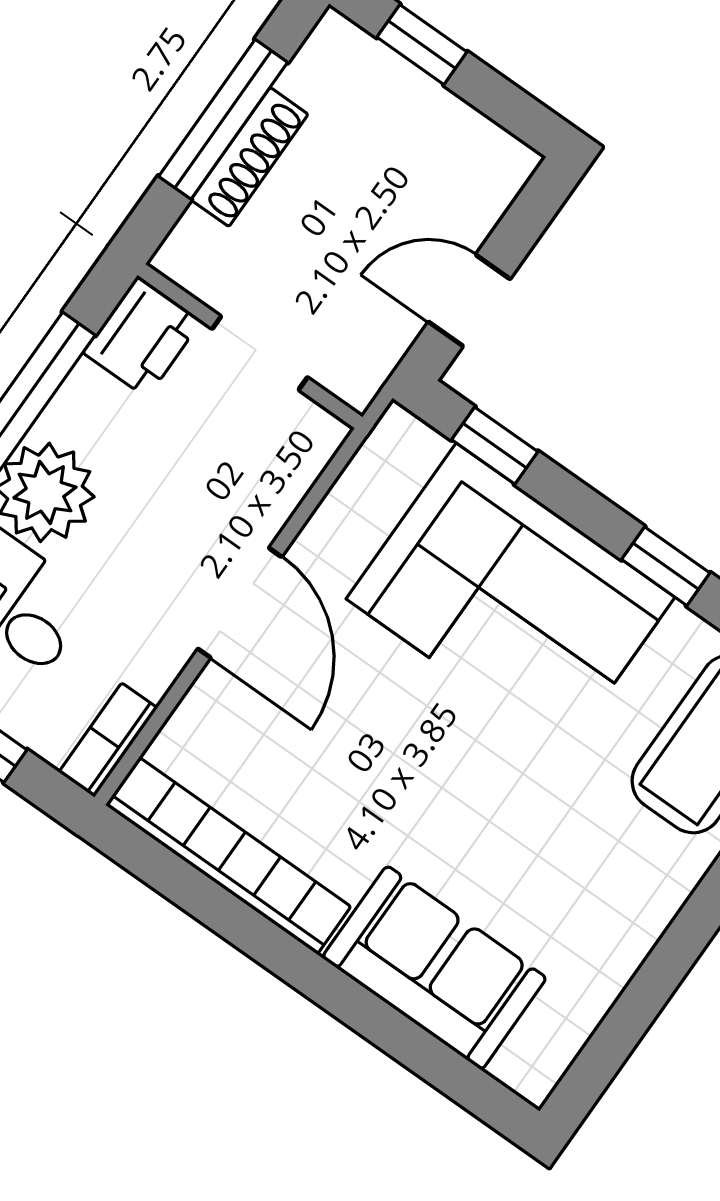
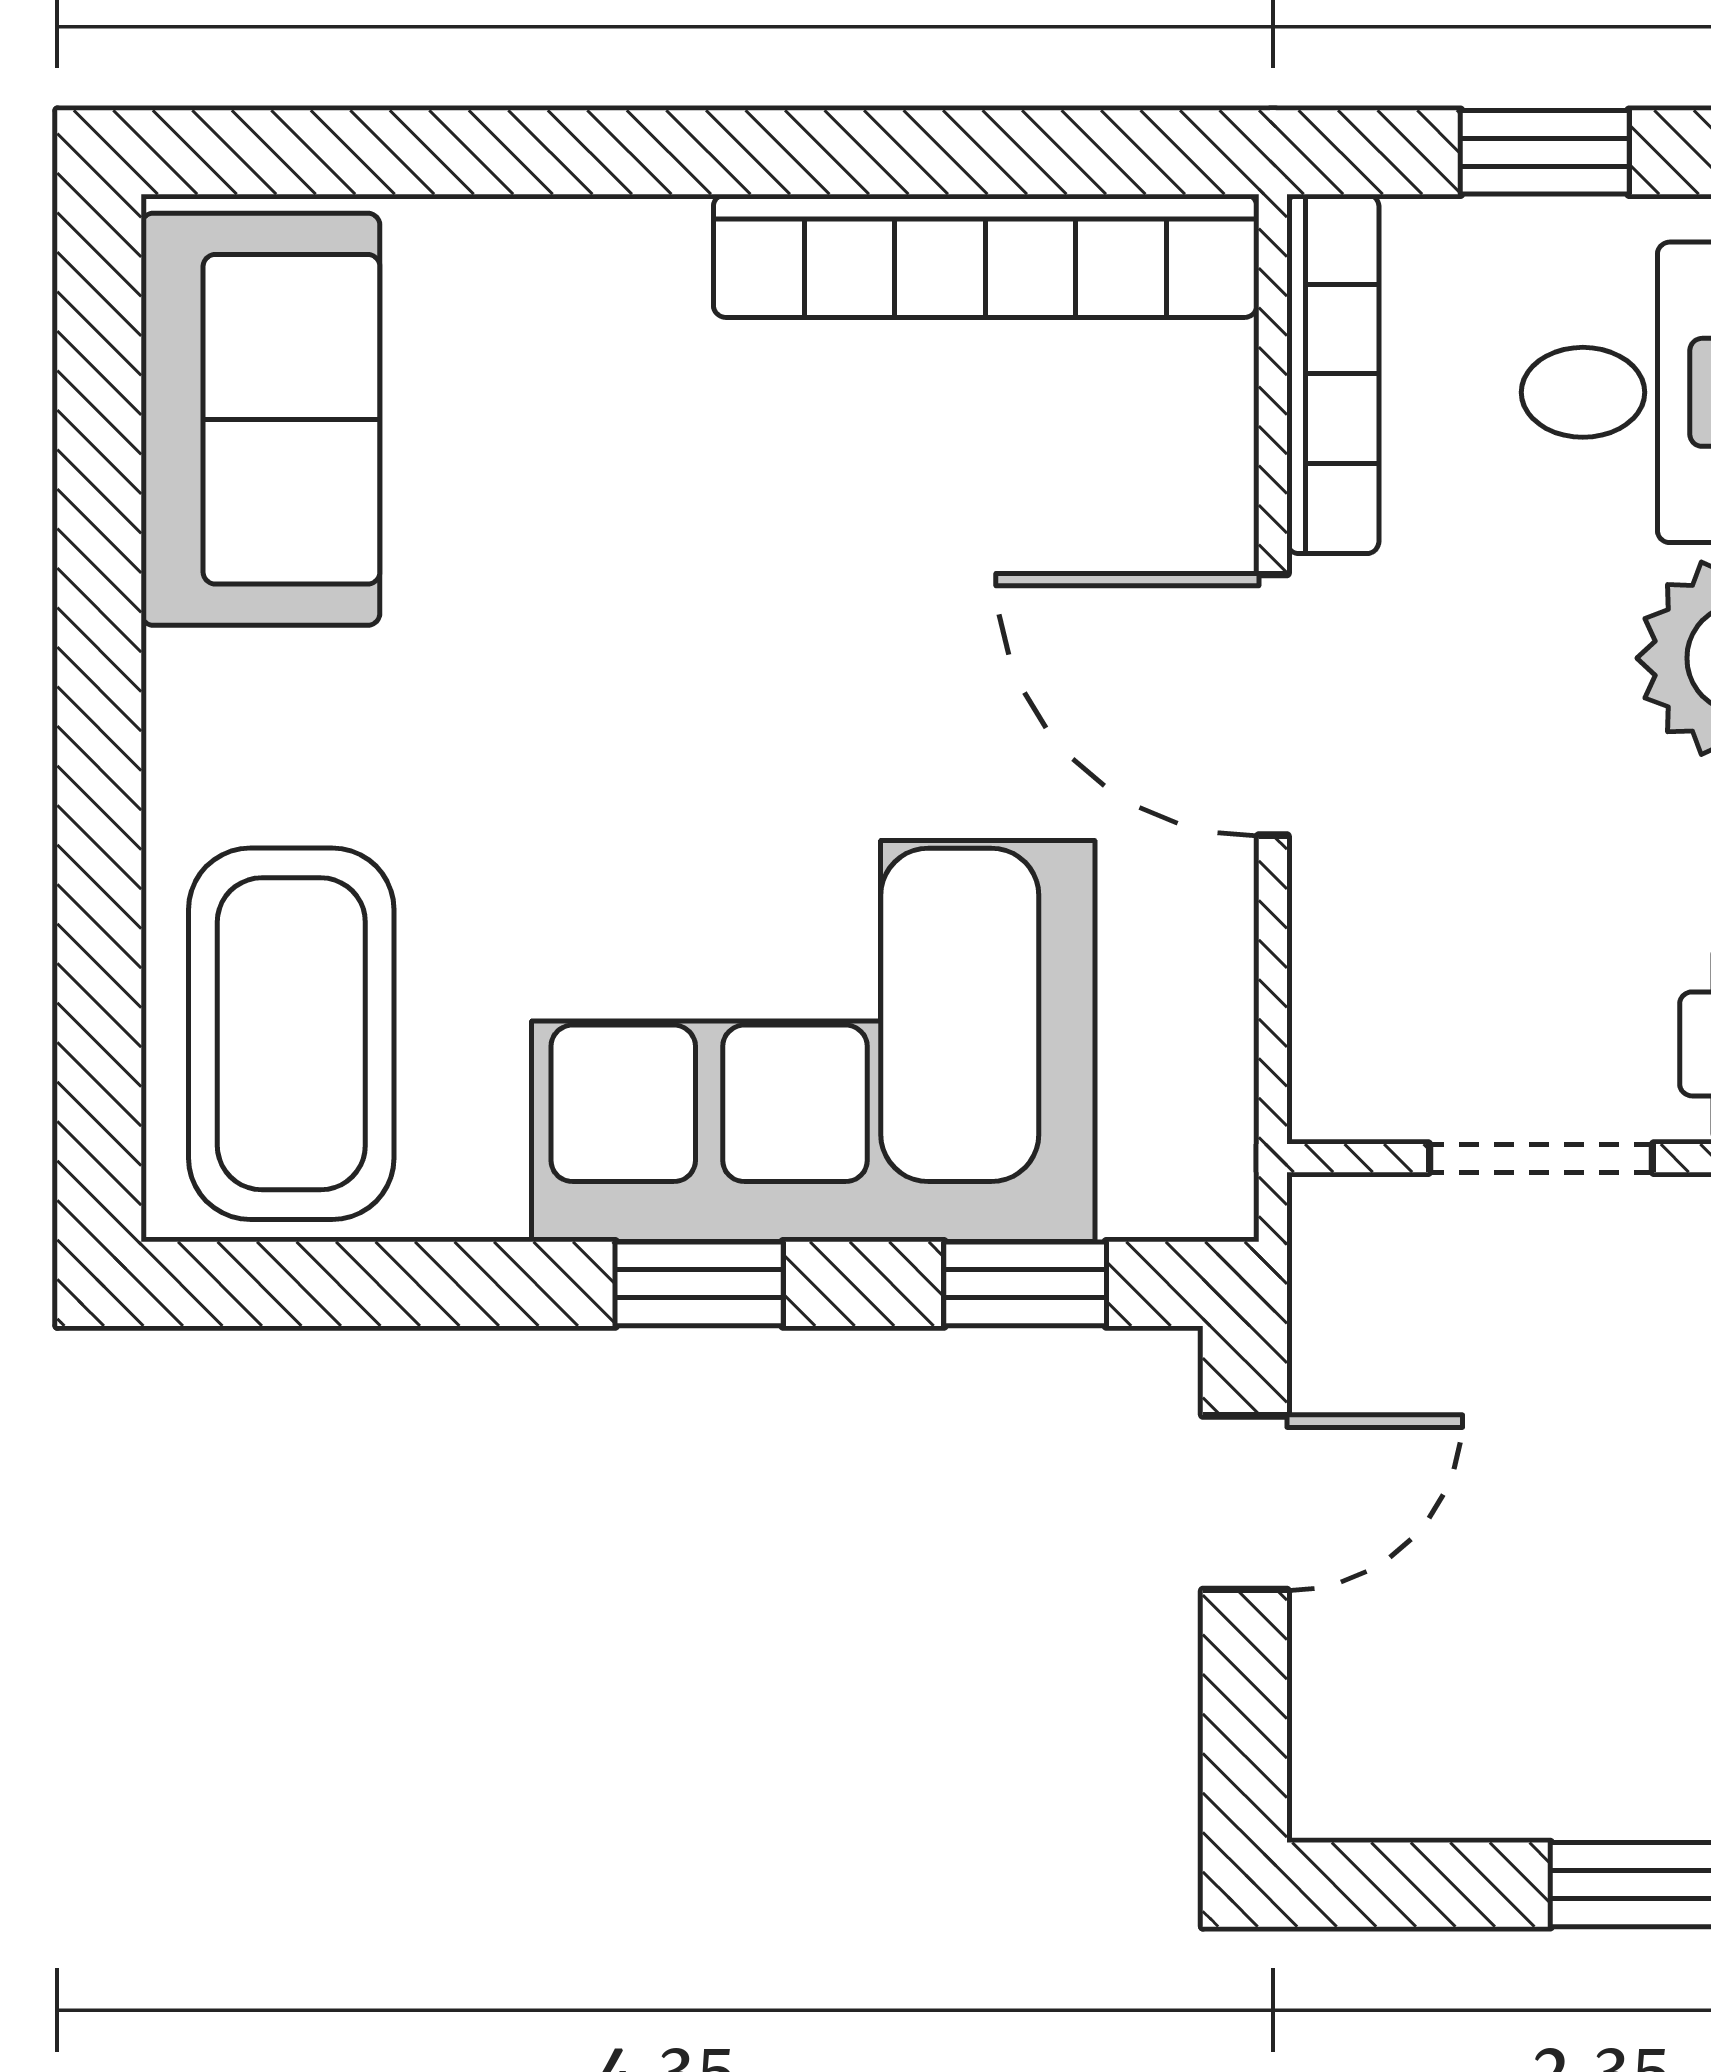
window: (666, 566) -> (699, 1284), moved
bookcase: (108, 740) -> (1333, 374), width x1.56
sofa: (434, 968) -> (260, 419), moved, turned -90

